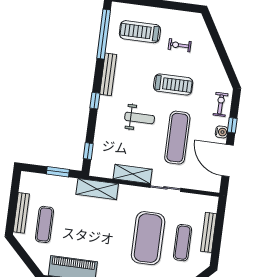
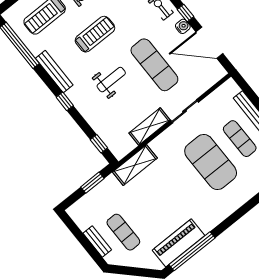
treadmill: (173, 84) -> (95, 34), moved
bench: (21, 213) -> (97, 242), width x0.73

